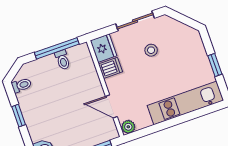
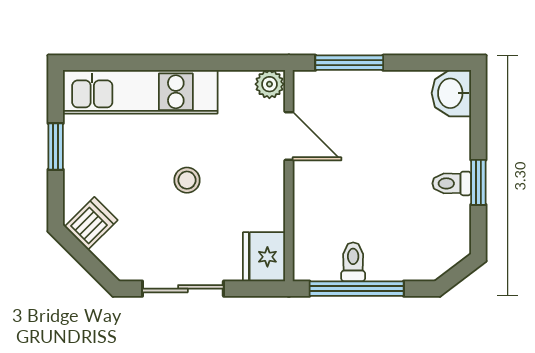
stool: (151, 50) -> (187, 180), moved
dishwasher: (110, 68) -> (91, 223), moved, turned 135
toilet: (22, 85) -> (452, 183), moved

